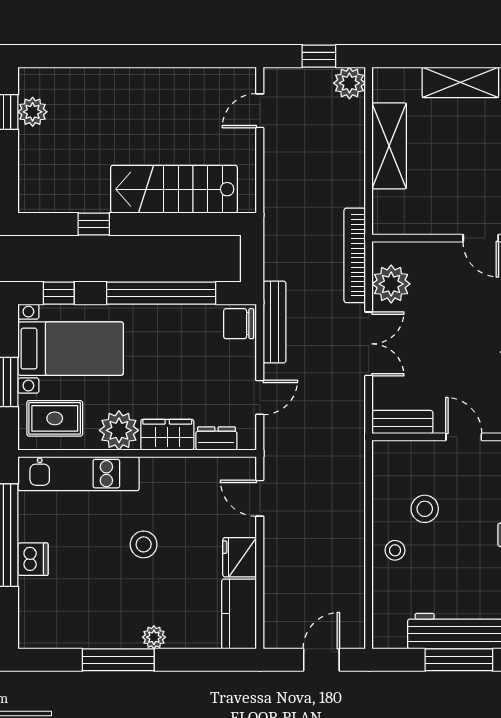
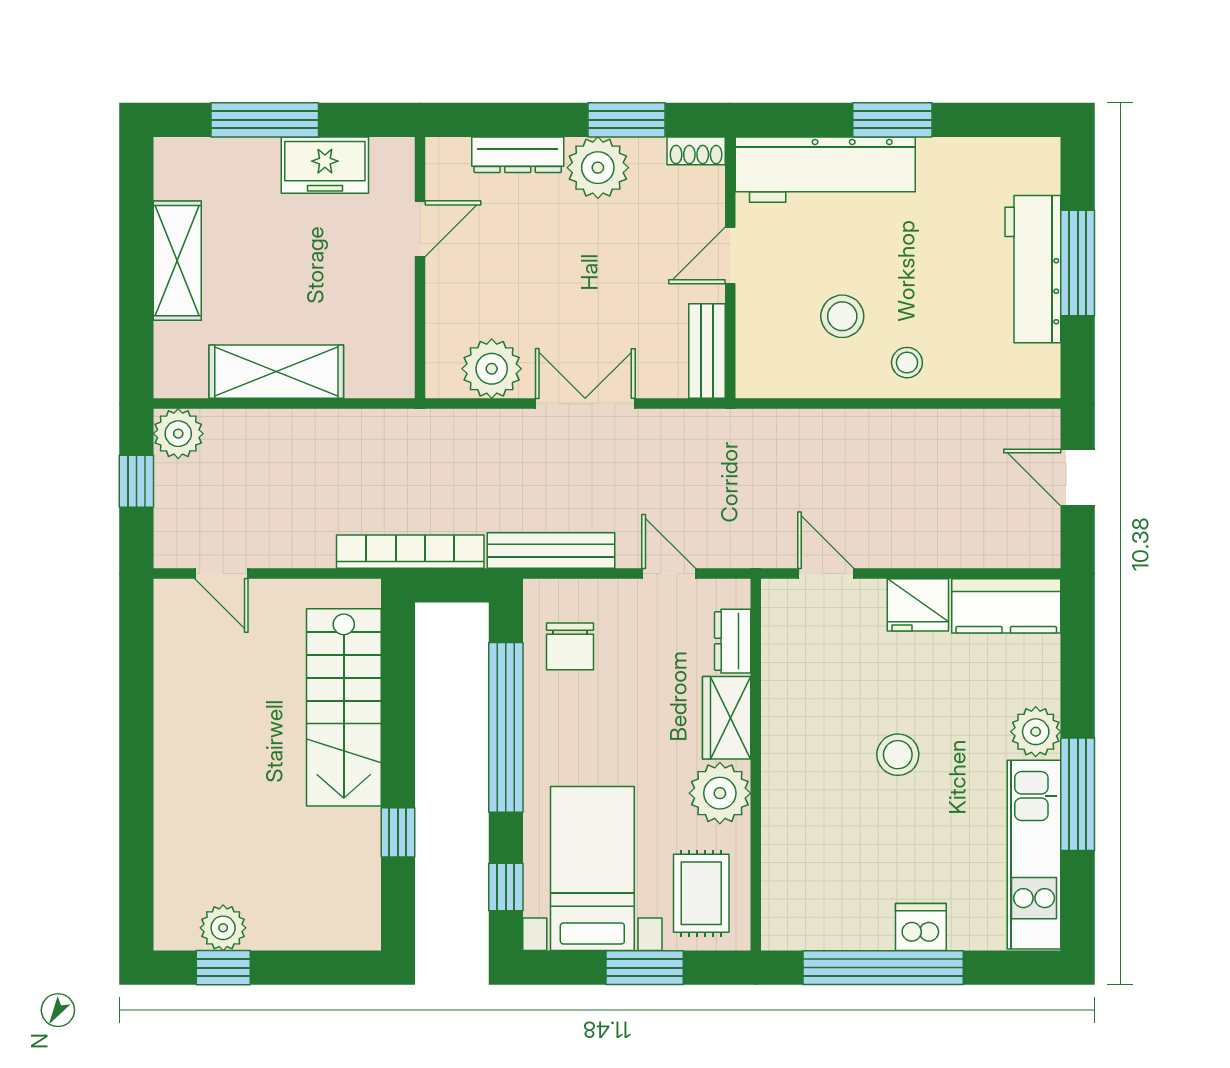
bookcase: (355, 255) -> (410, 552), moved, turned 180
chair: (239, 324) -> (570, 646), moved
kitchen unit: (78, 474) -> (1034, 855), moved, turned 180
door: (260, 498) -> (826, 573), swing flipped
plant: (154, 637) -> (1036, 732), width x1.38, depth x1.38

